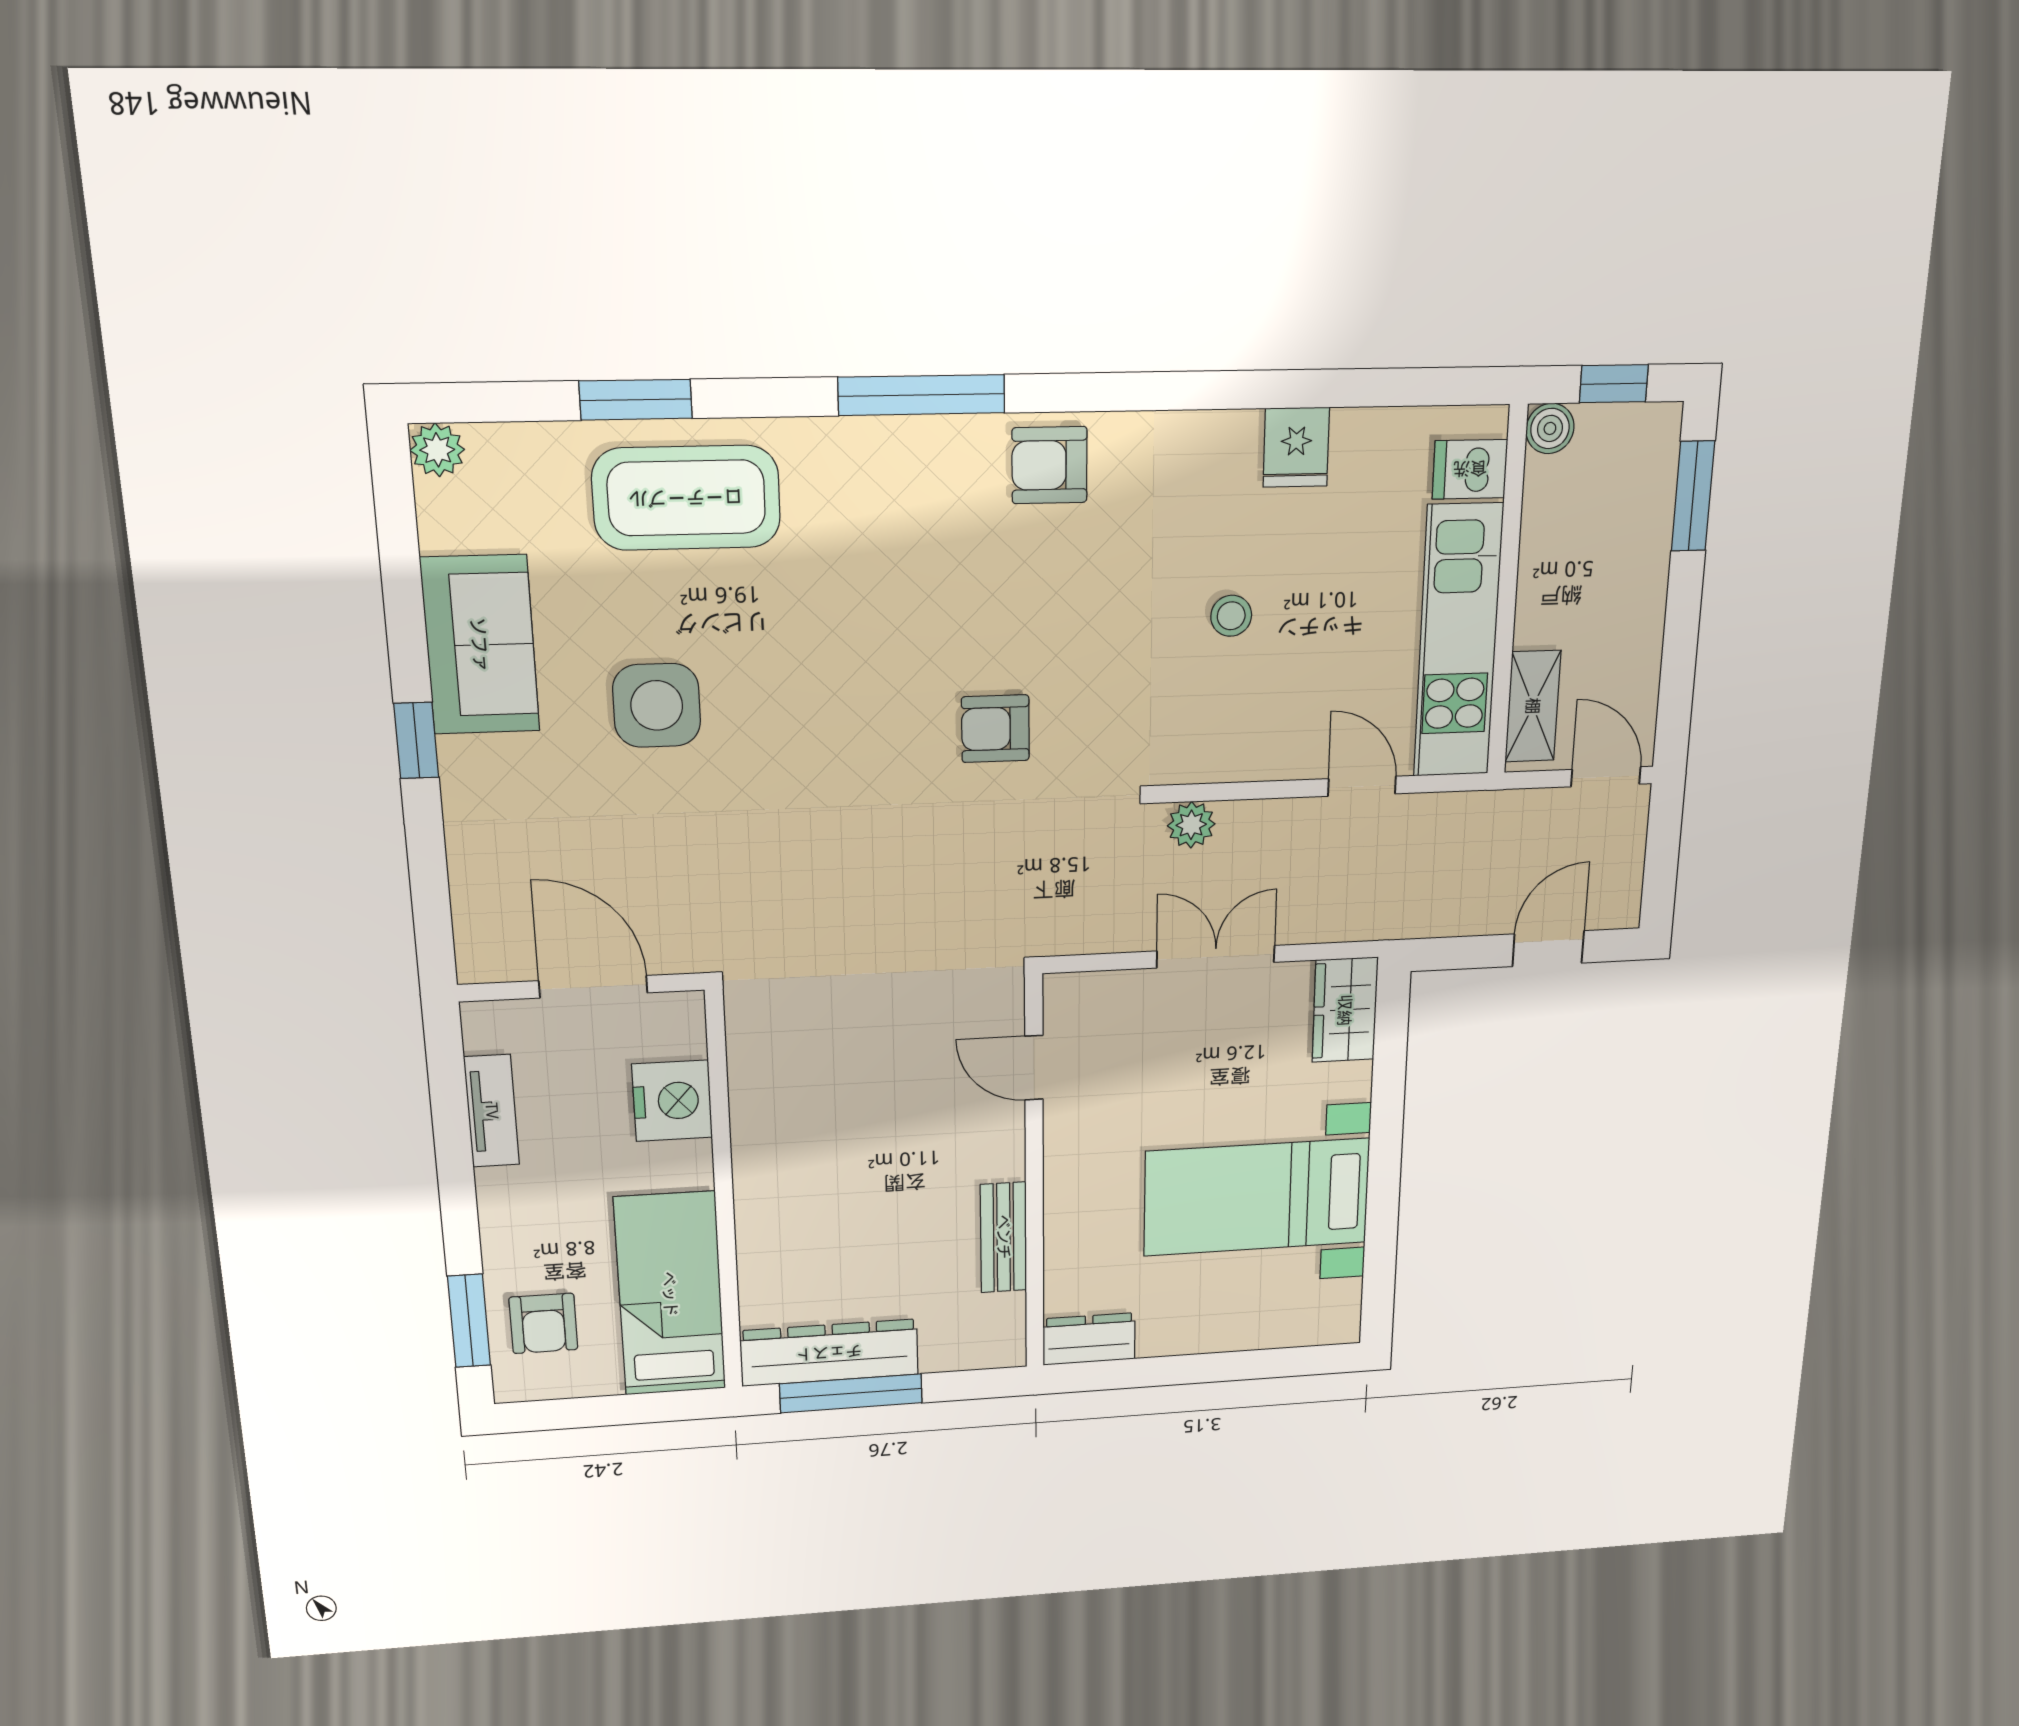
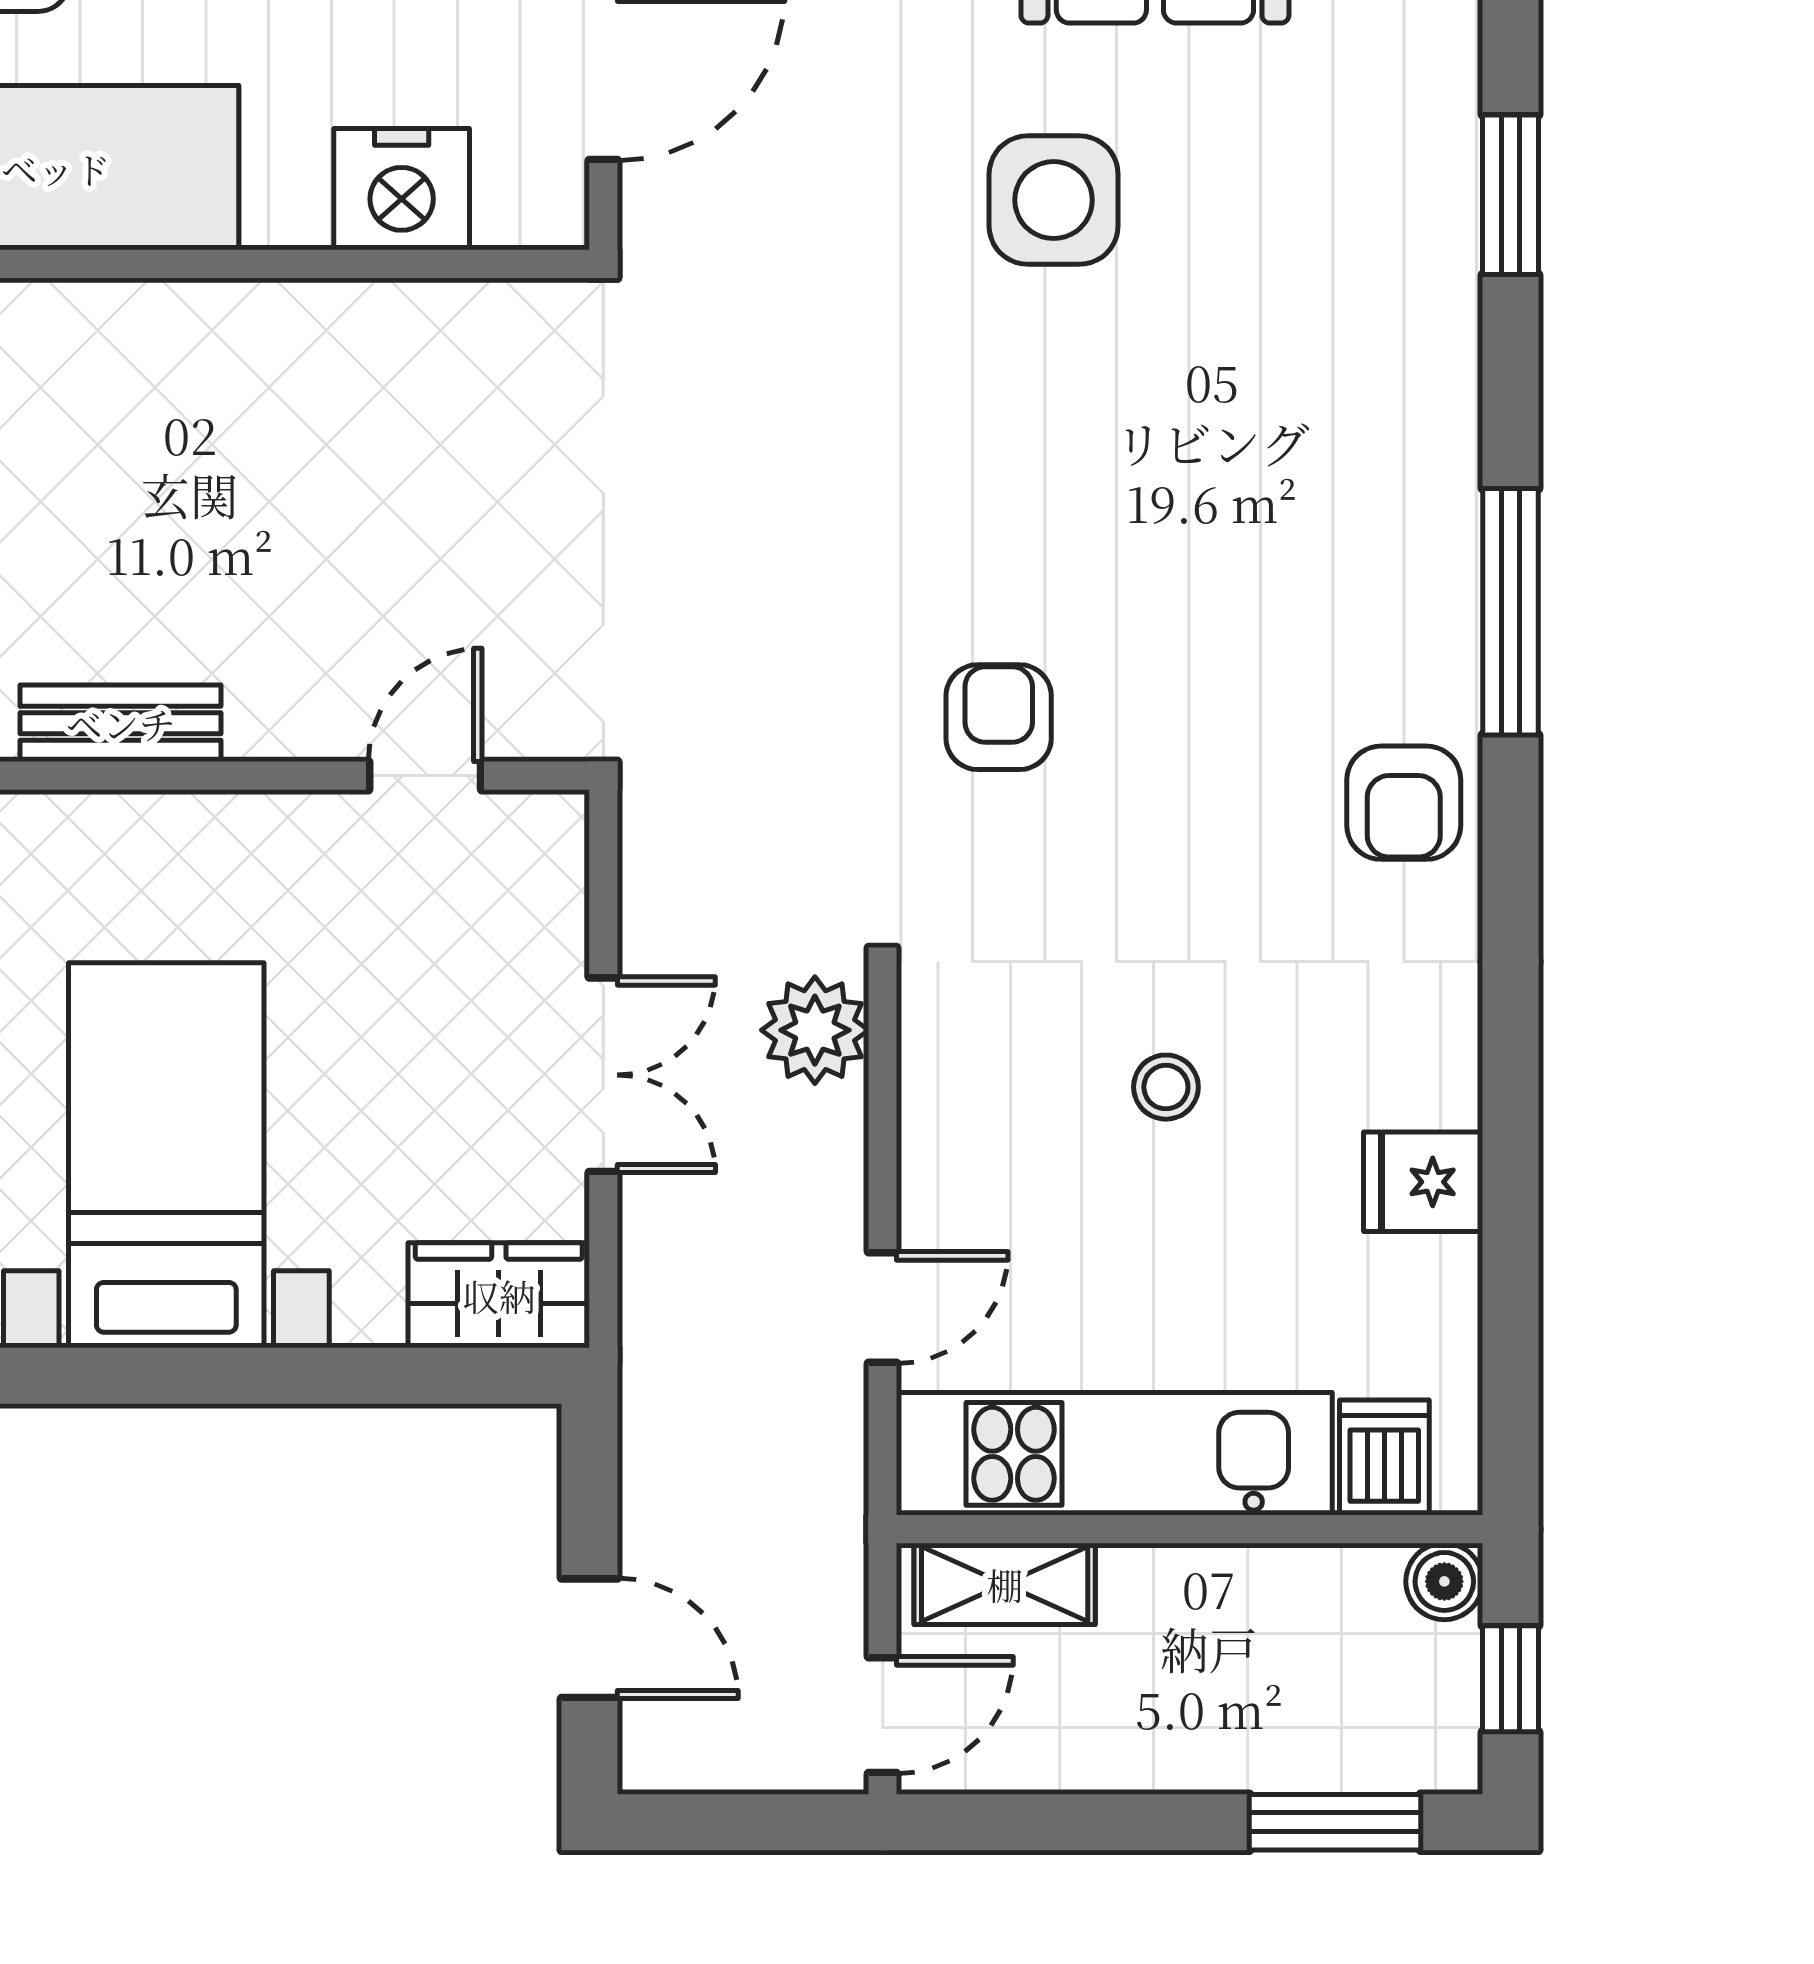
armchair: (1050, 465) -> (1404, 803), turned 180
coffee table: (686, 498) -> (1367, 261), removed
plant: (1191, 825) -> (815, 1030), width x1.38, depth x1.38

